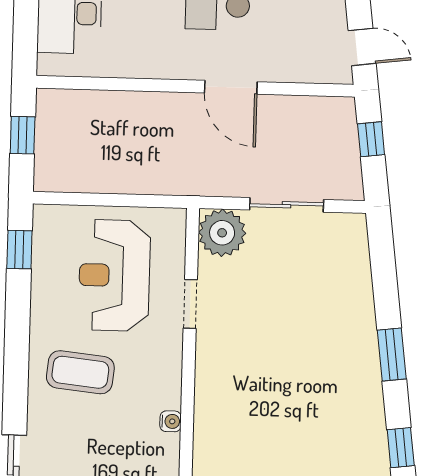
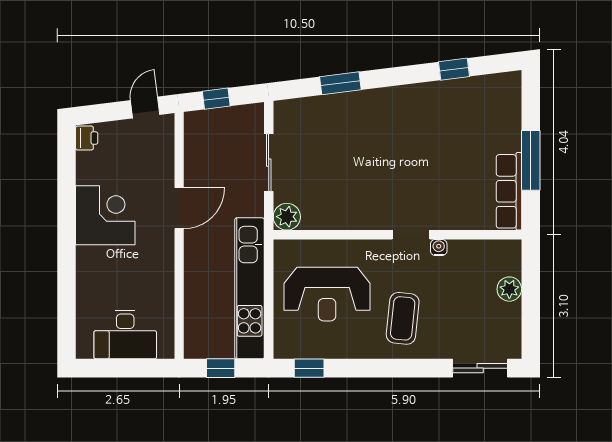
kitchen unit: (125, 175) -> (250, 288), added
plant: (222, 233) -> (287, 217), width x0.73, depth x0.73
doorway: (190, 304) -> (411, 235), moved
window: (392, 355) -> (340, 83), moved

